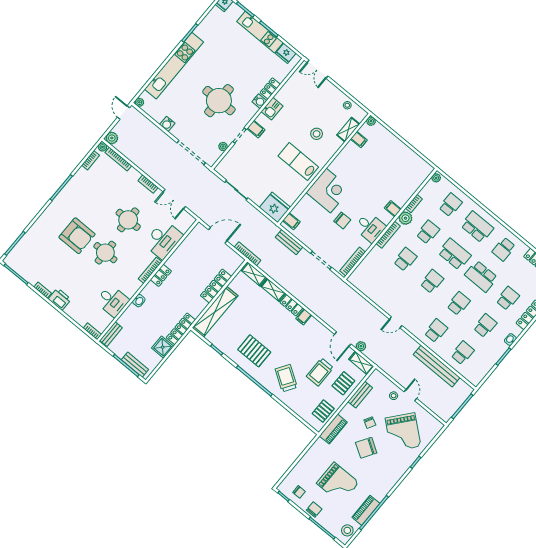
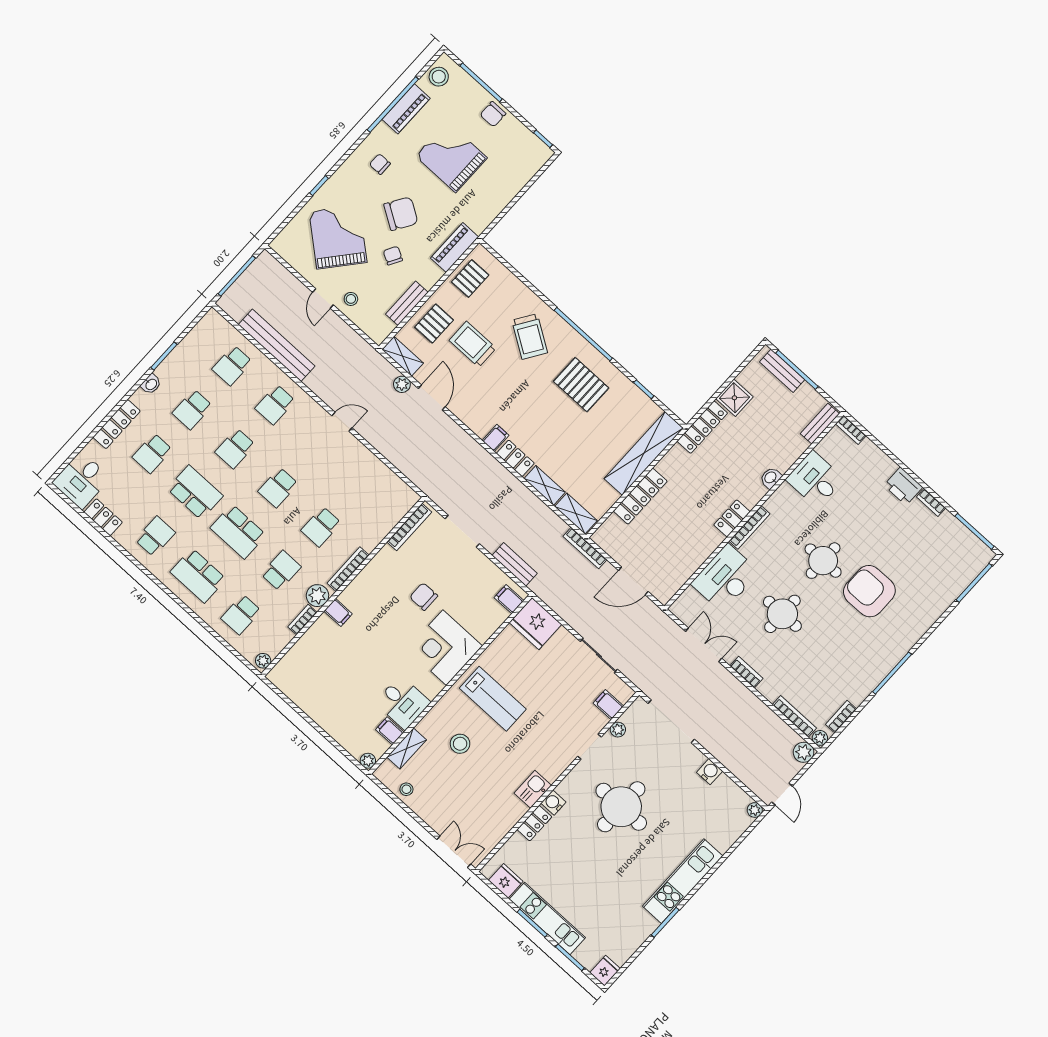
kitchen unit: (174, 66) -> (683, 881), width x0.73
filing cabinet: (256, 129) -> (608, 705), moved
desk: (370, 227) -> (403, 702), moved, turned 180
school desk: (428, 232) -> (281, 571), turned 180
trolley: (320, 372) -> (473, 344), turned -90
chair: (299, 492) -> (380, 164), moved

